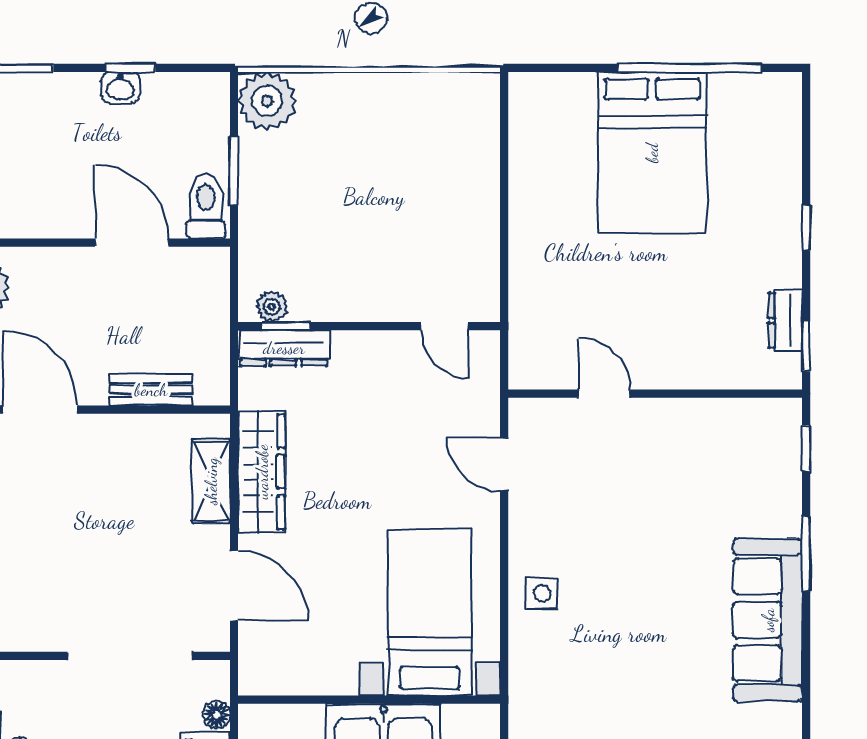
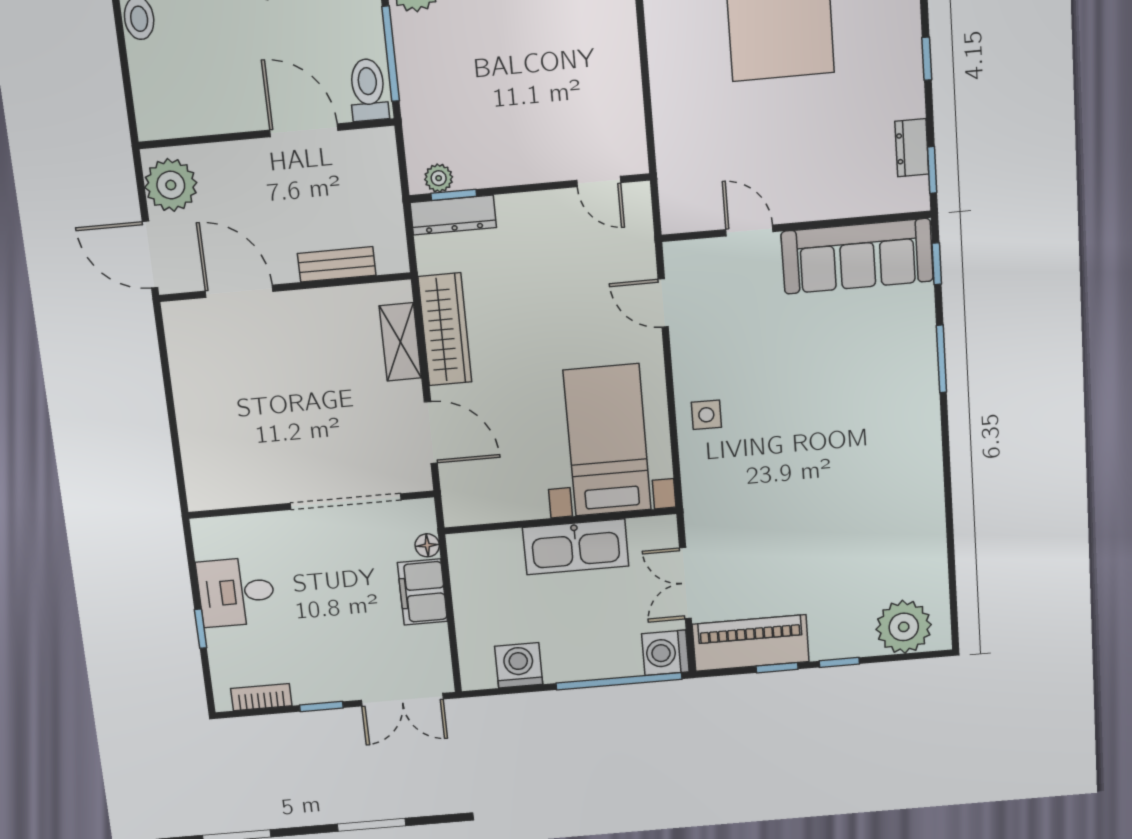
window: (234, 171) -> (391, 54), width x1.44
sofa: (768, 620) -> (857, 256), moved, turned -90

